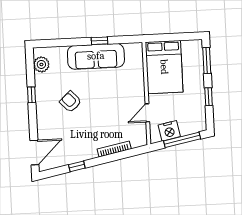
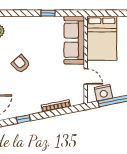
sofa: (96, 56) -> (74, 40), moved, turned 90
door: (147, 113) -> (86, 76), swing flipped

